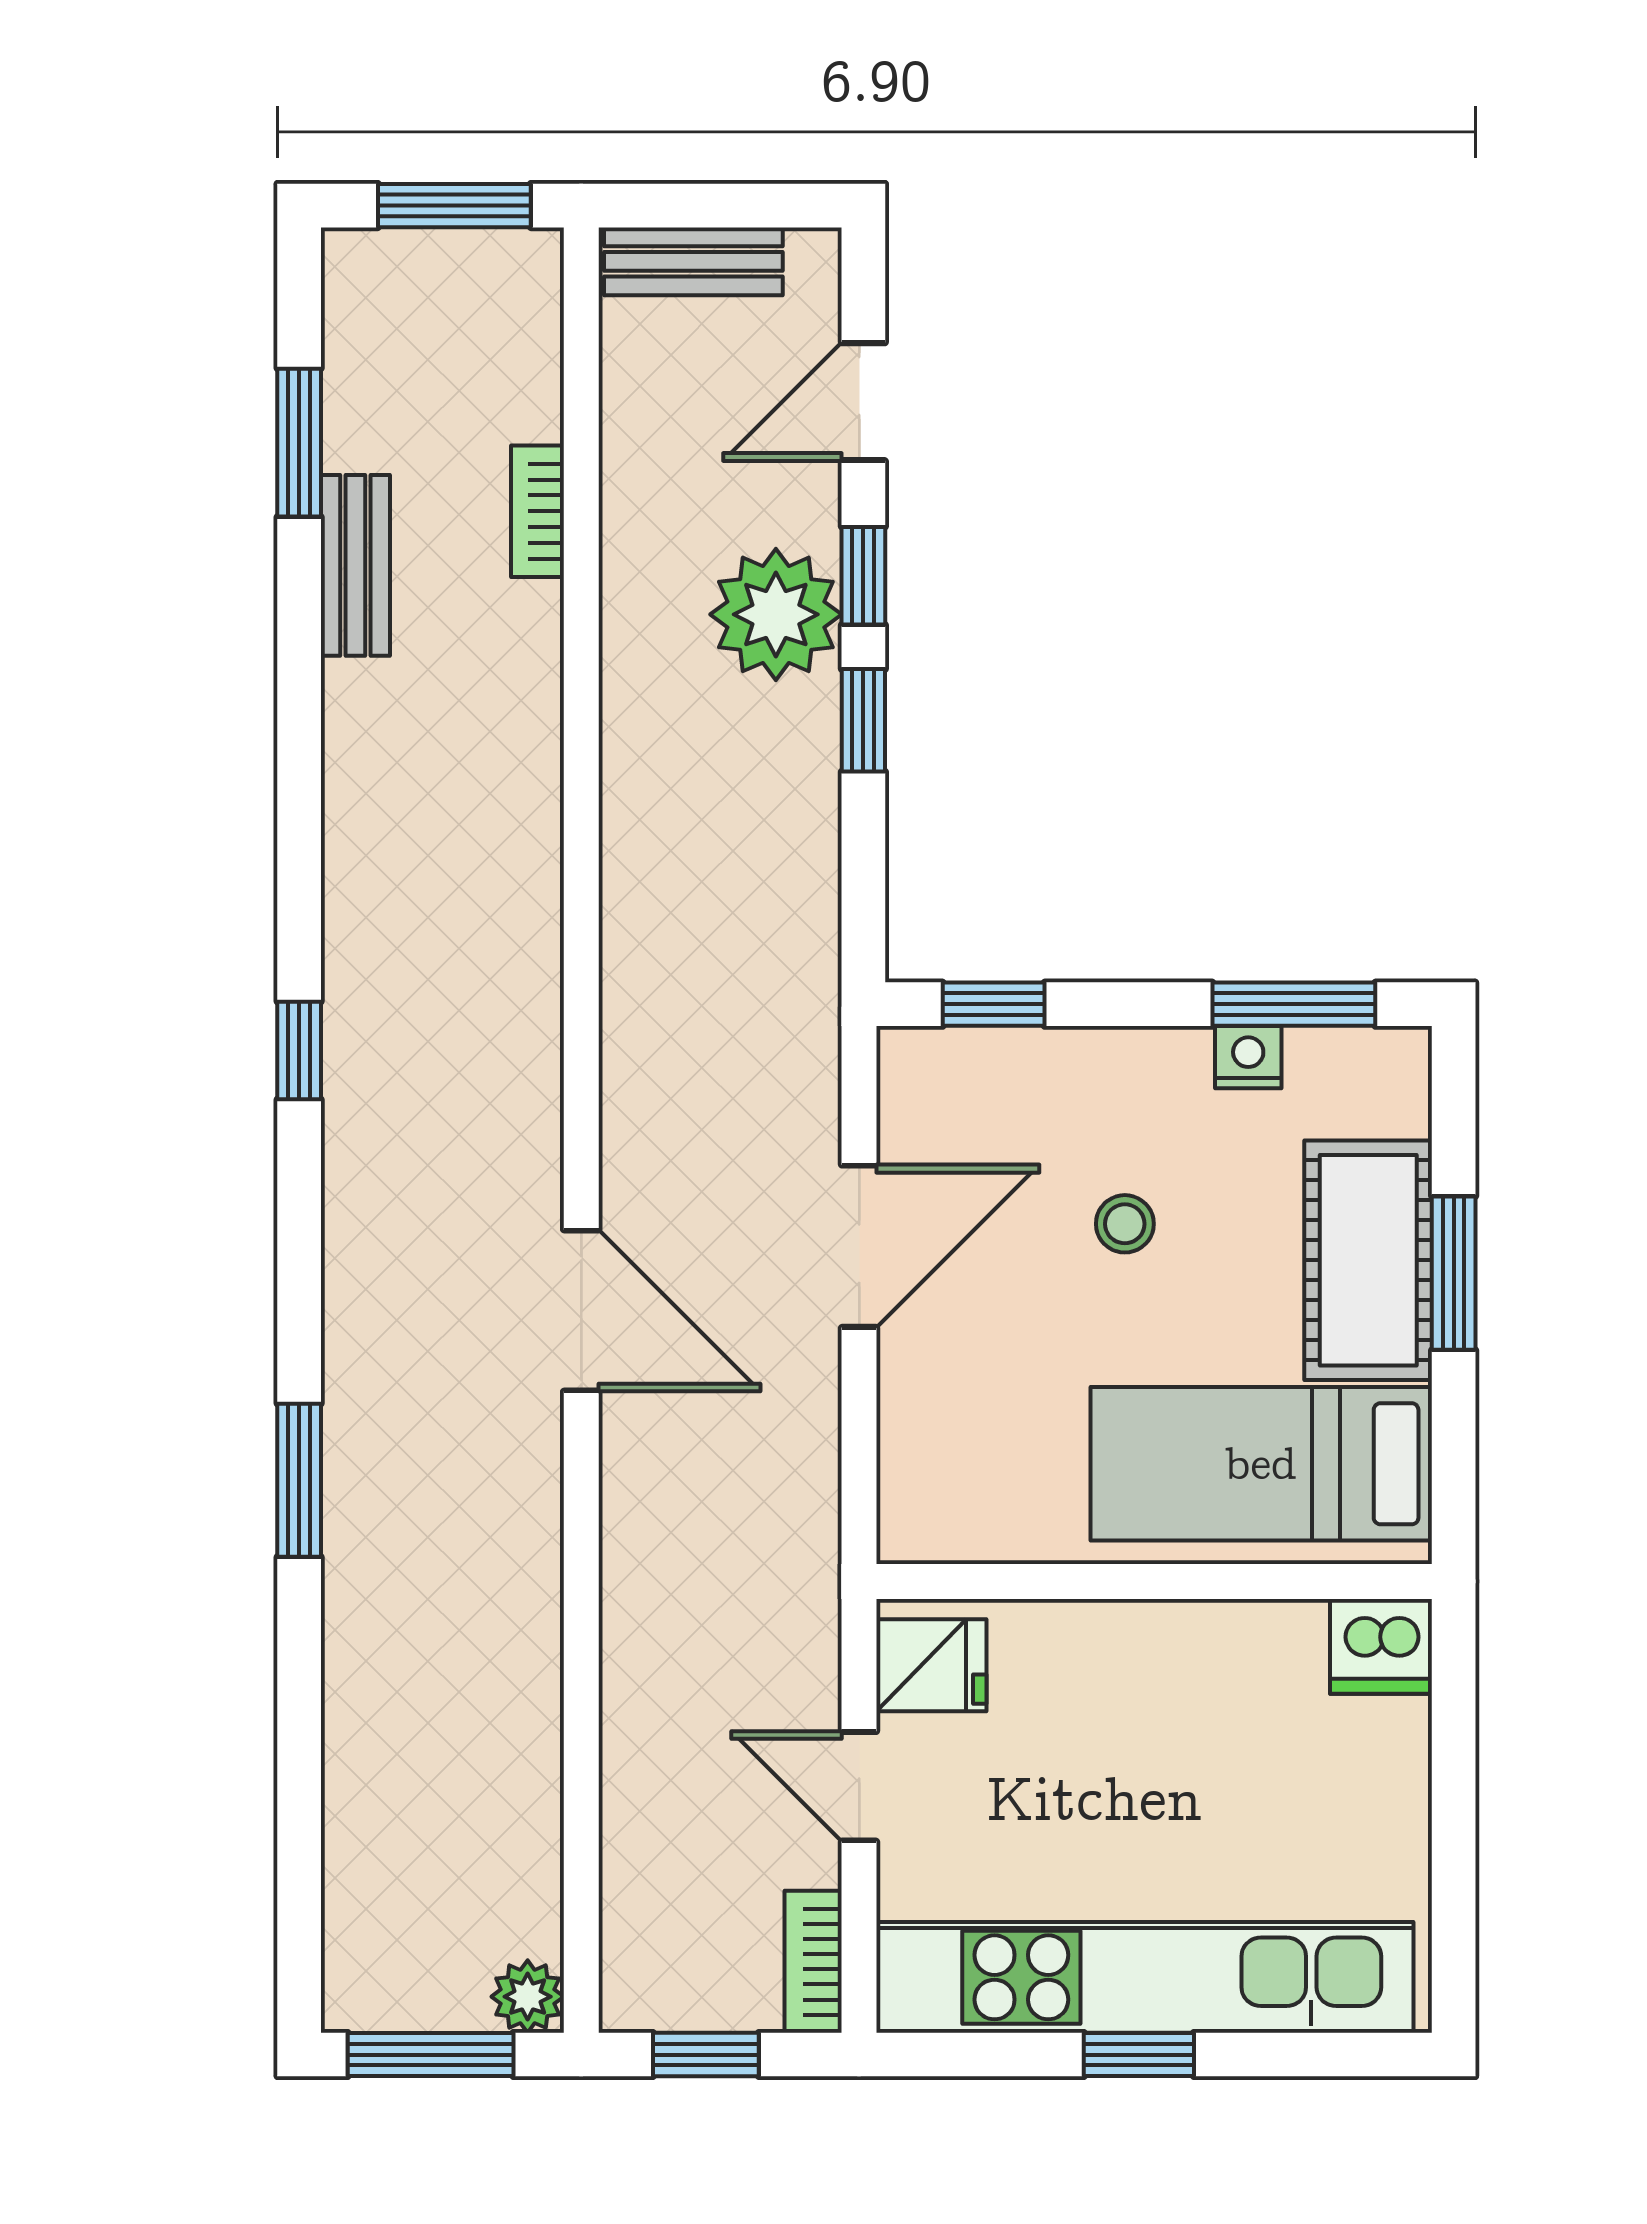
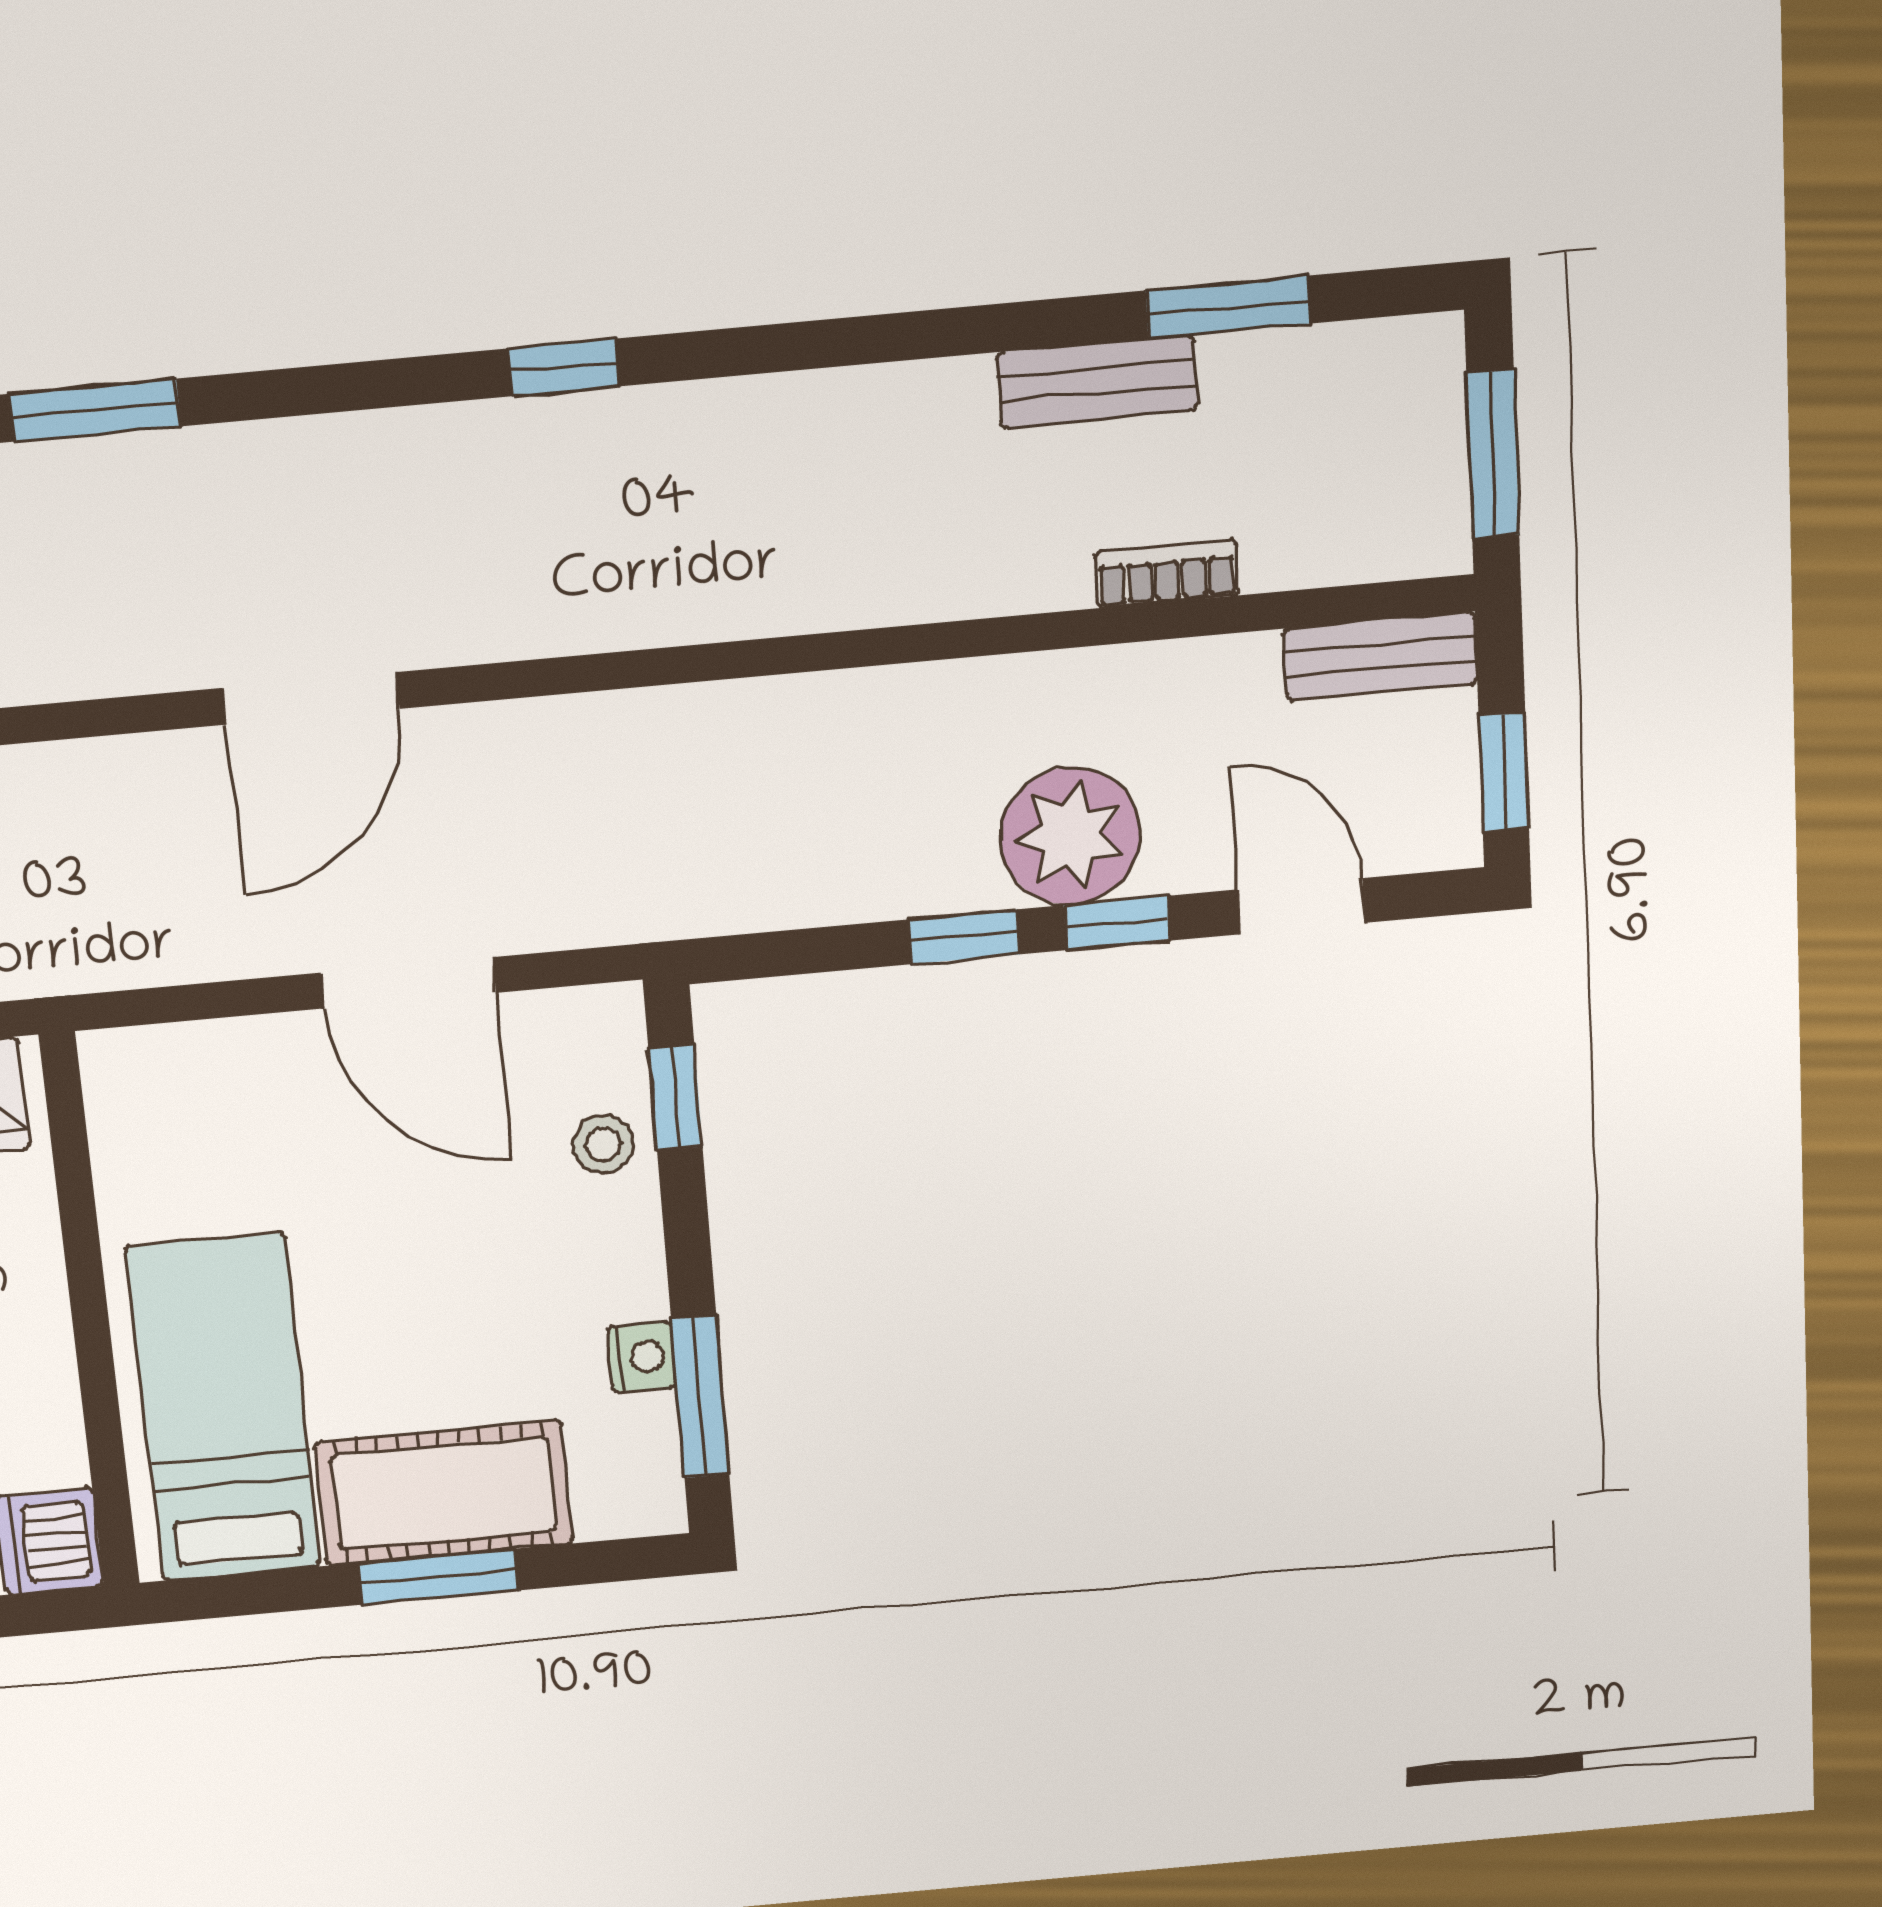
window: (752, 206) -> (1504, 772), added
bench: (693, 261) -> (1381, 656), moved, turned 90
stool: (1125, 1224) -> (604, 1144), moved

